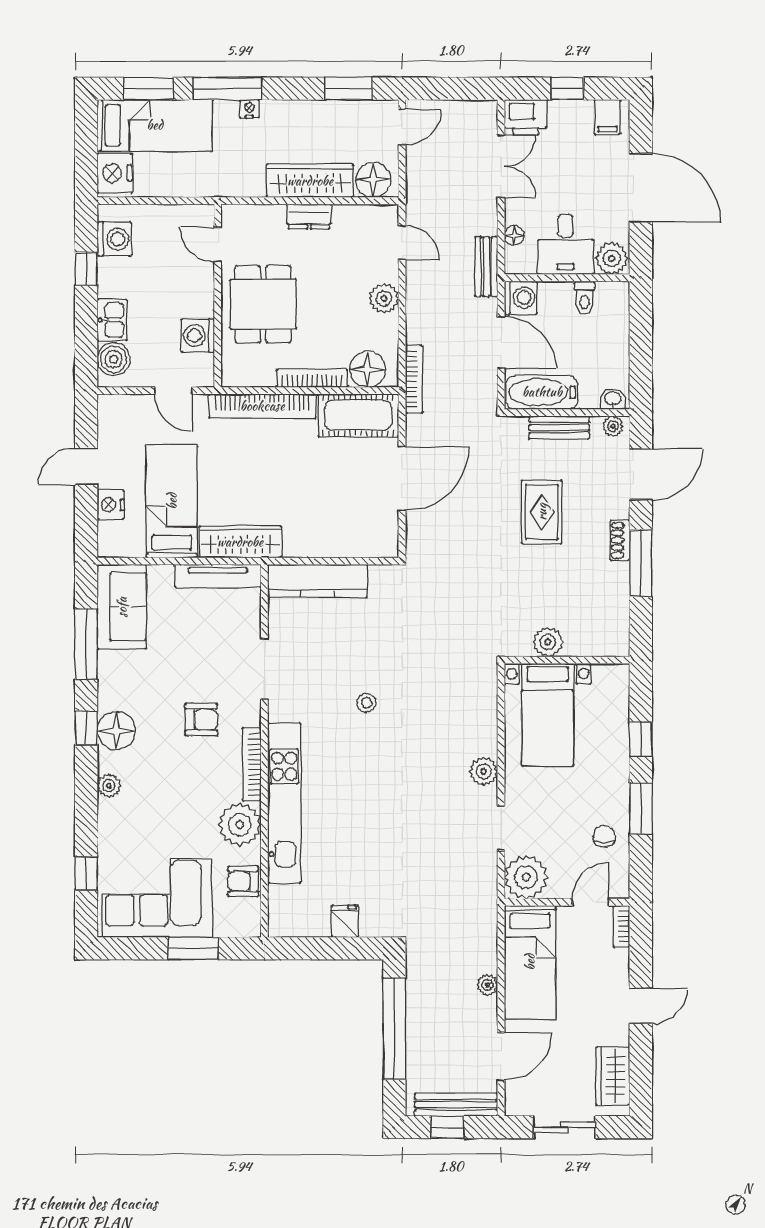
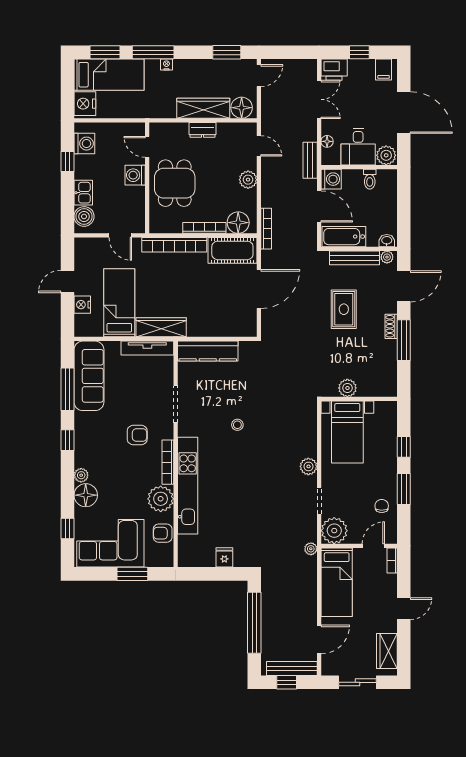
washing machine: (198, 335) -> (135, 175), moved
bench: (559, 427) -> (354, 258), width x1.36
sofa: (122, 607) -> (89, 376), width x1.36
floor lamp: (116, 731) -> (86, 495), moved
plant: (487, 985) -> (311, 549), moved

